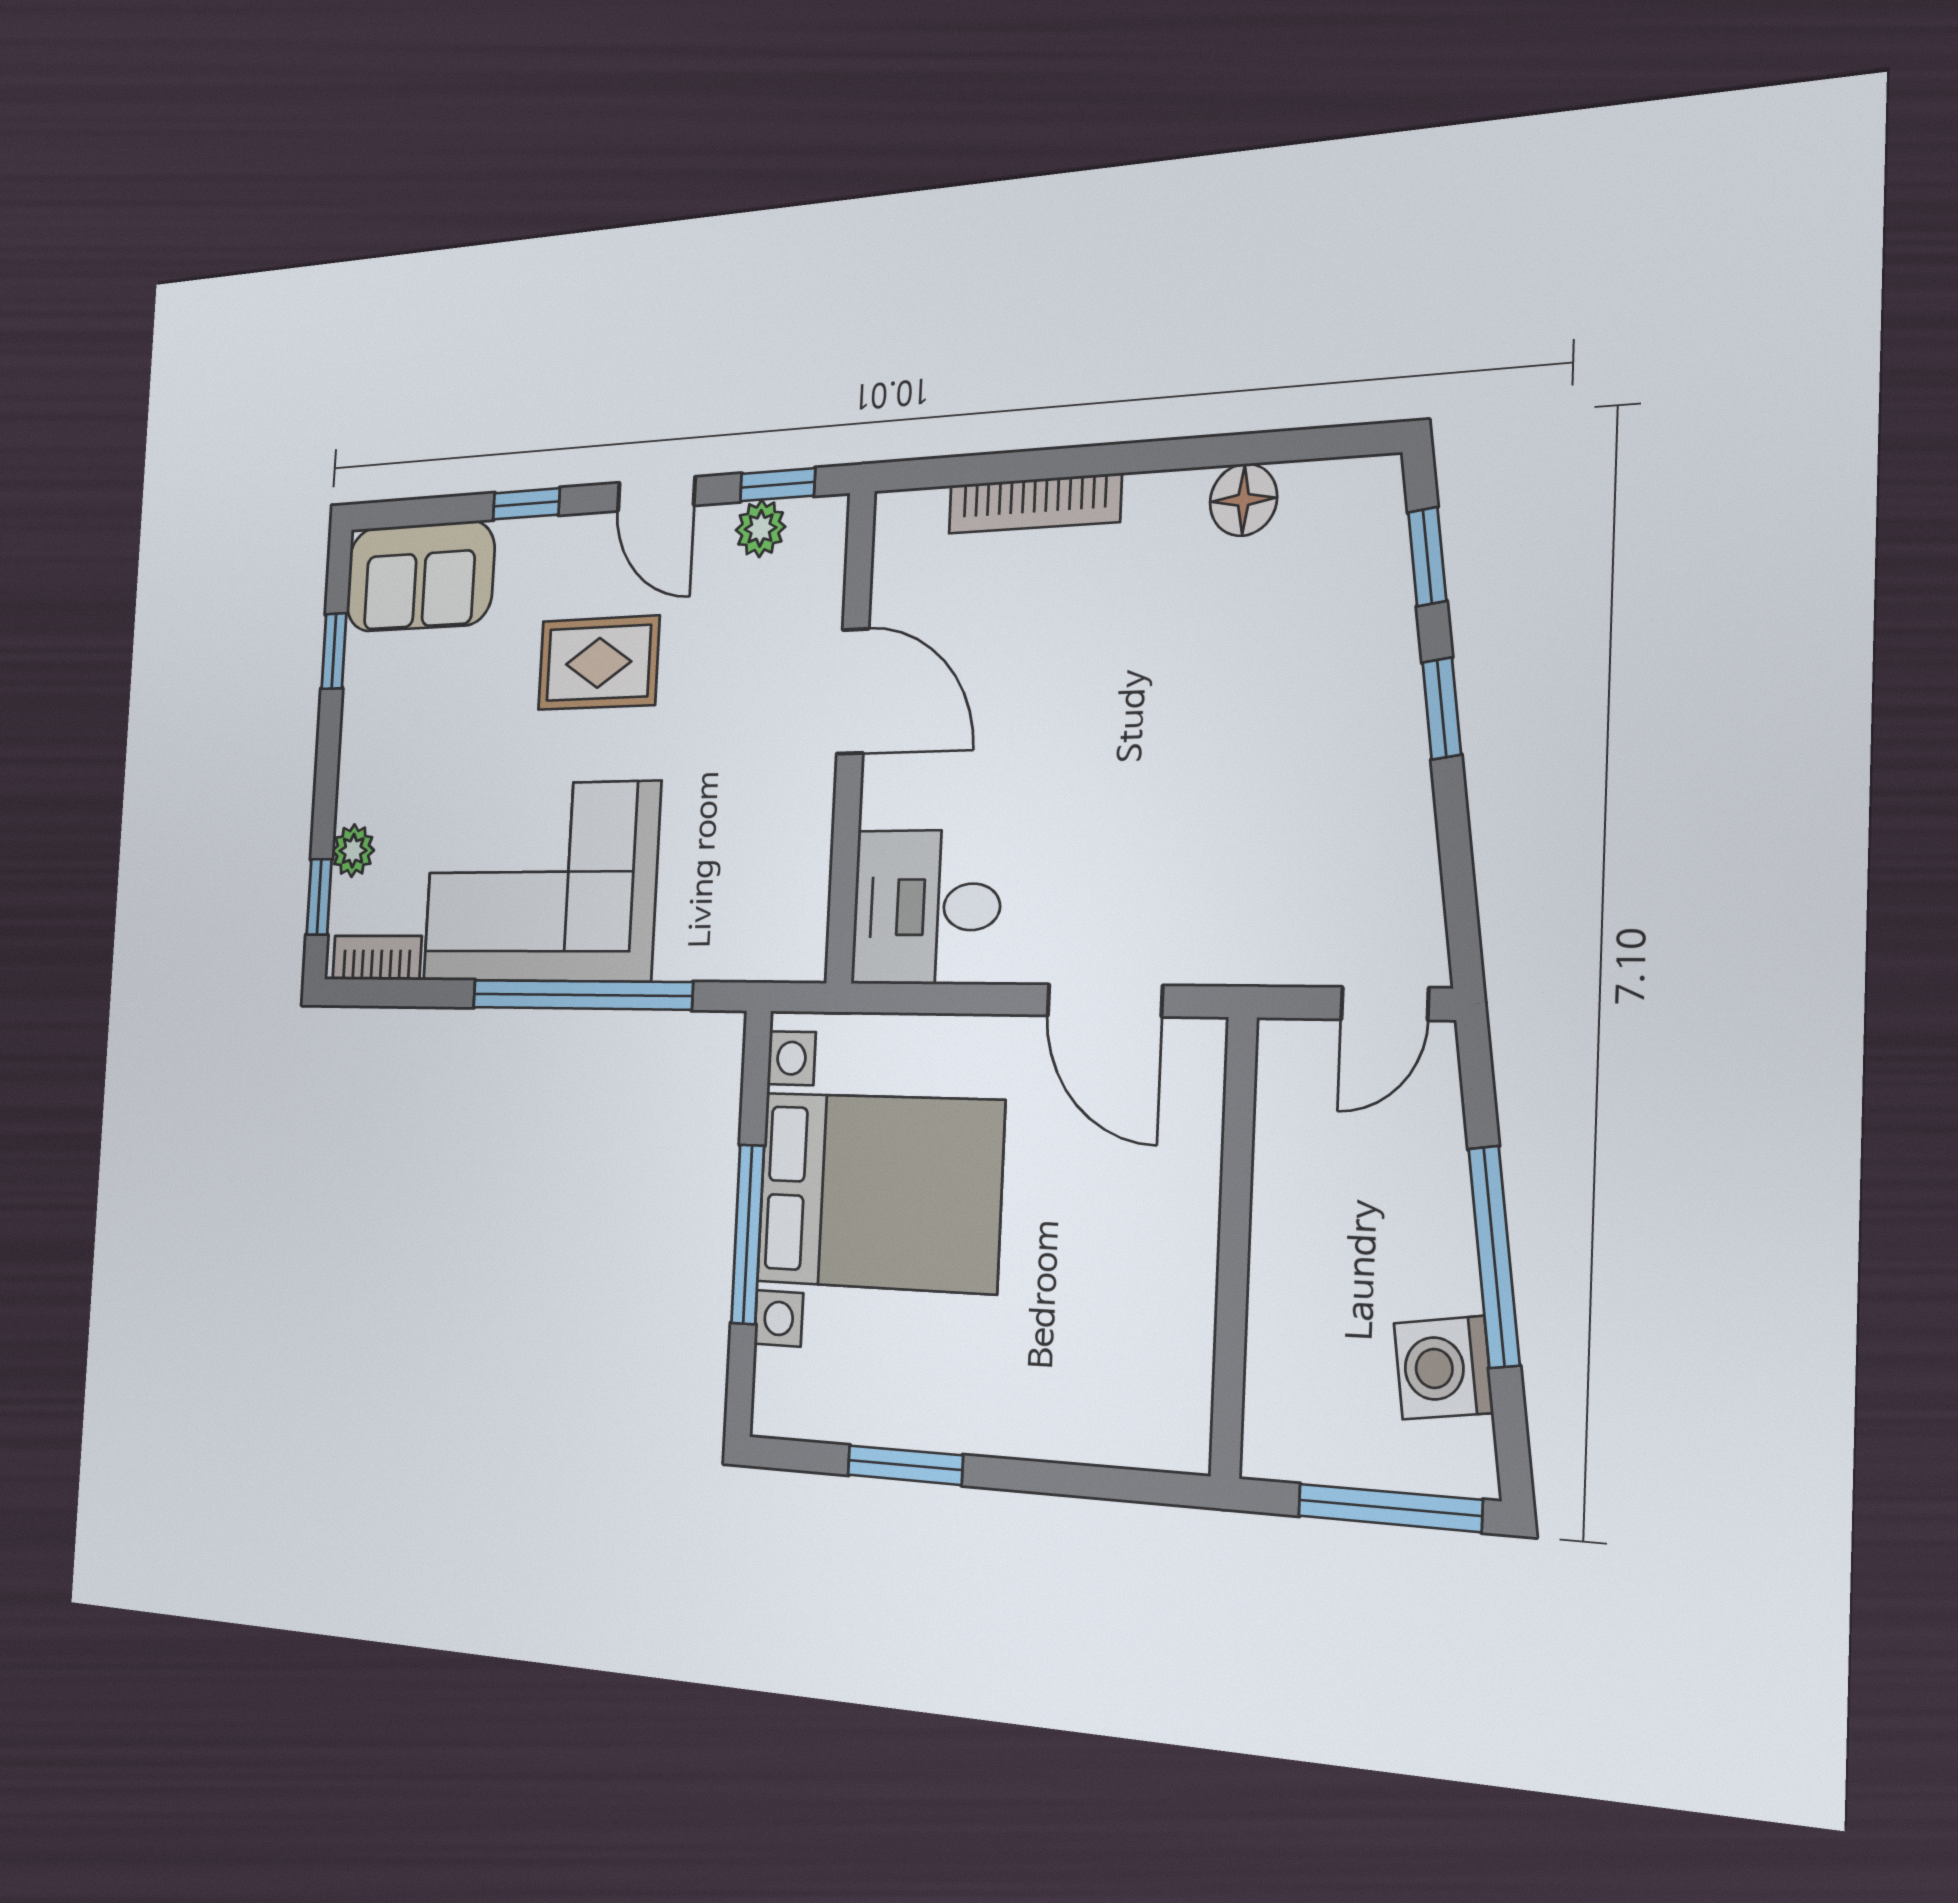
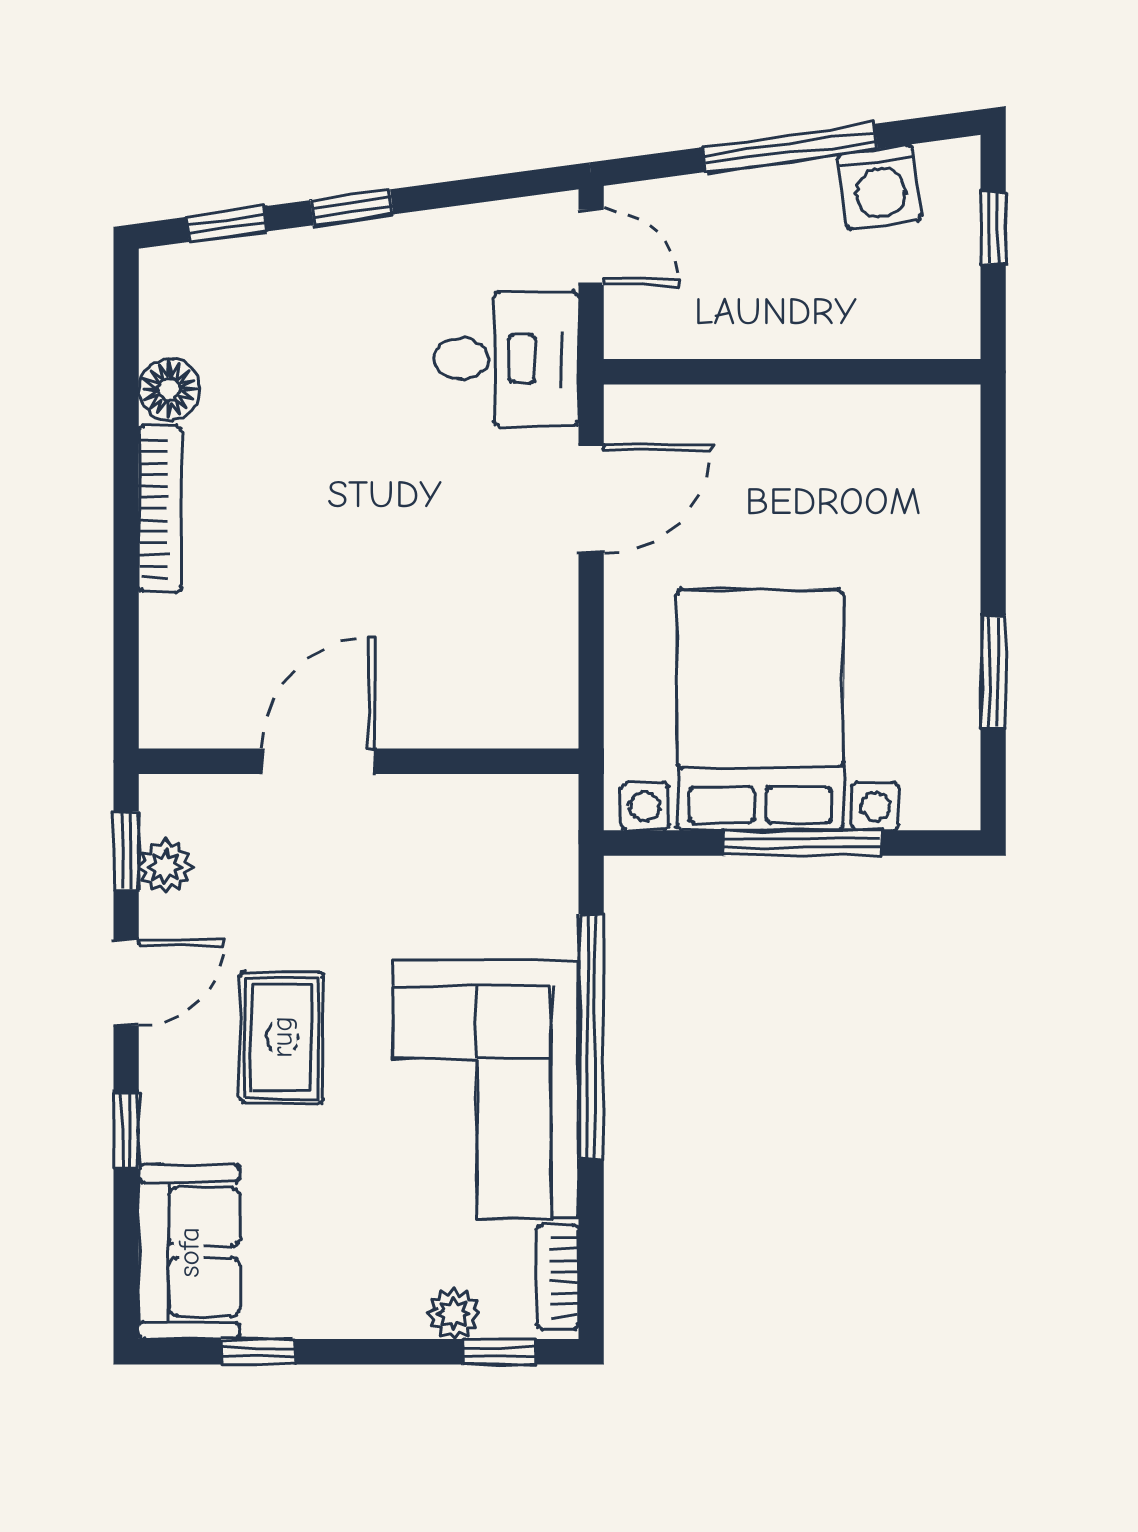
bookcase: (1034, 504) -> (160, 508), moved
desk: (926, 907) -> (506, 359), moved, turned -90
window: (1390, 1508) -> (993, 228), width x0.46

